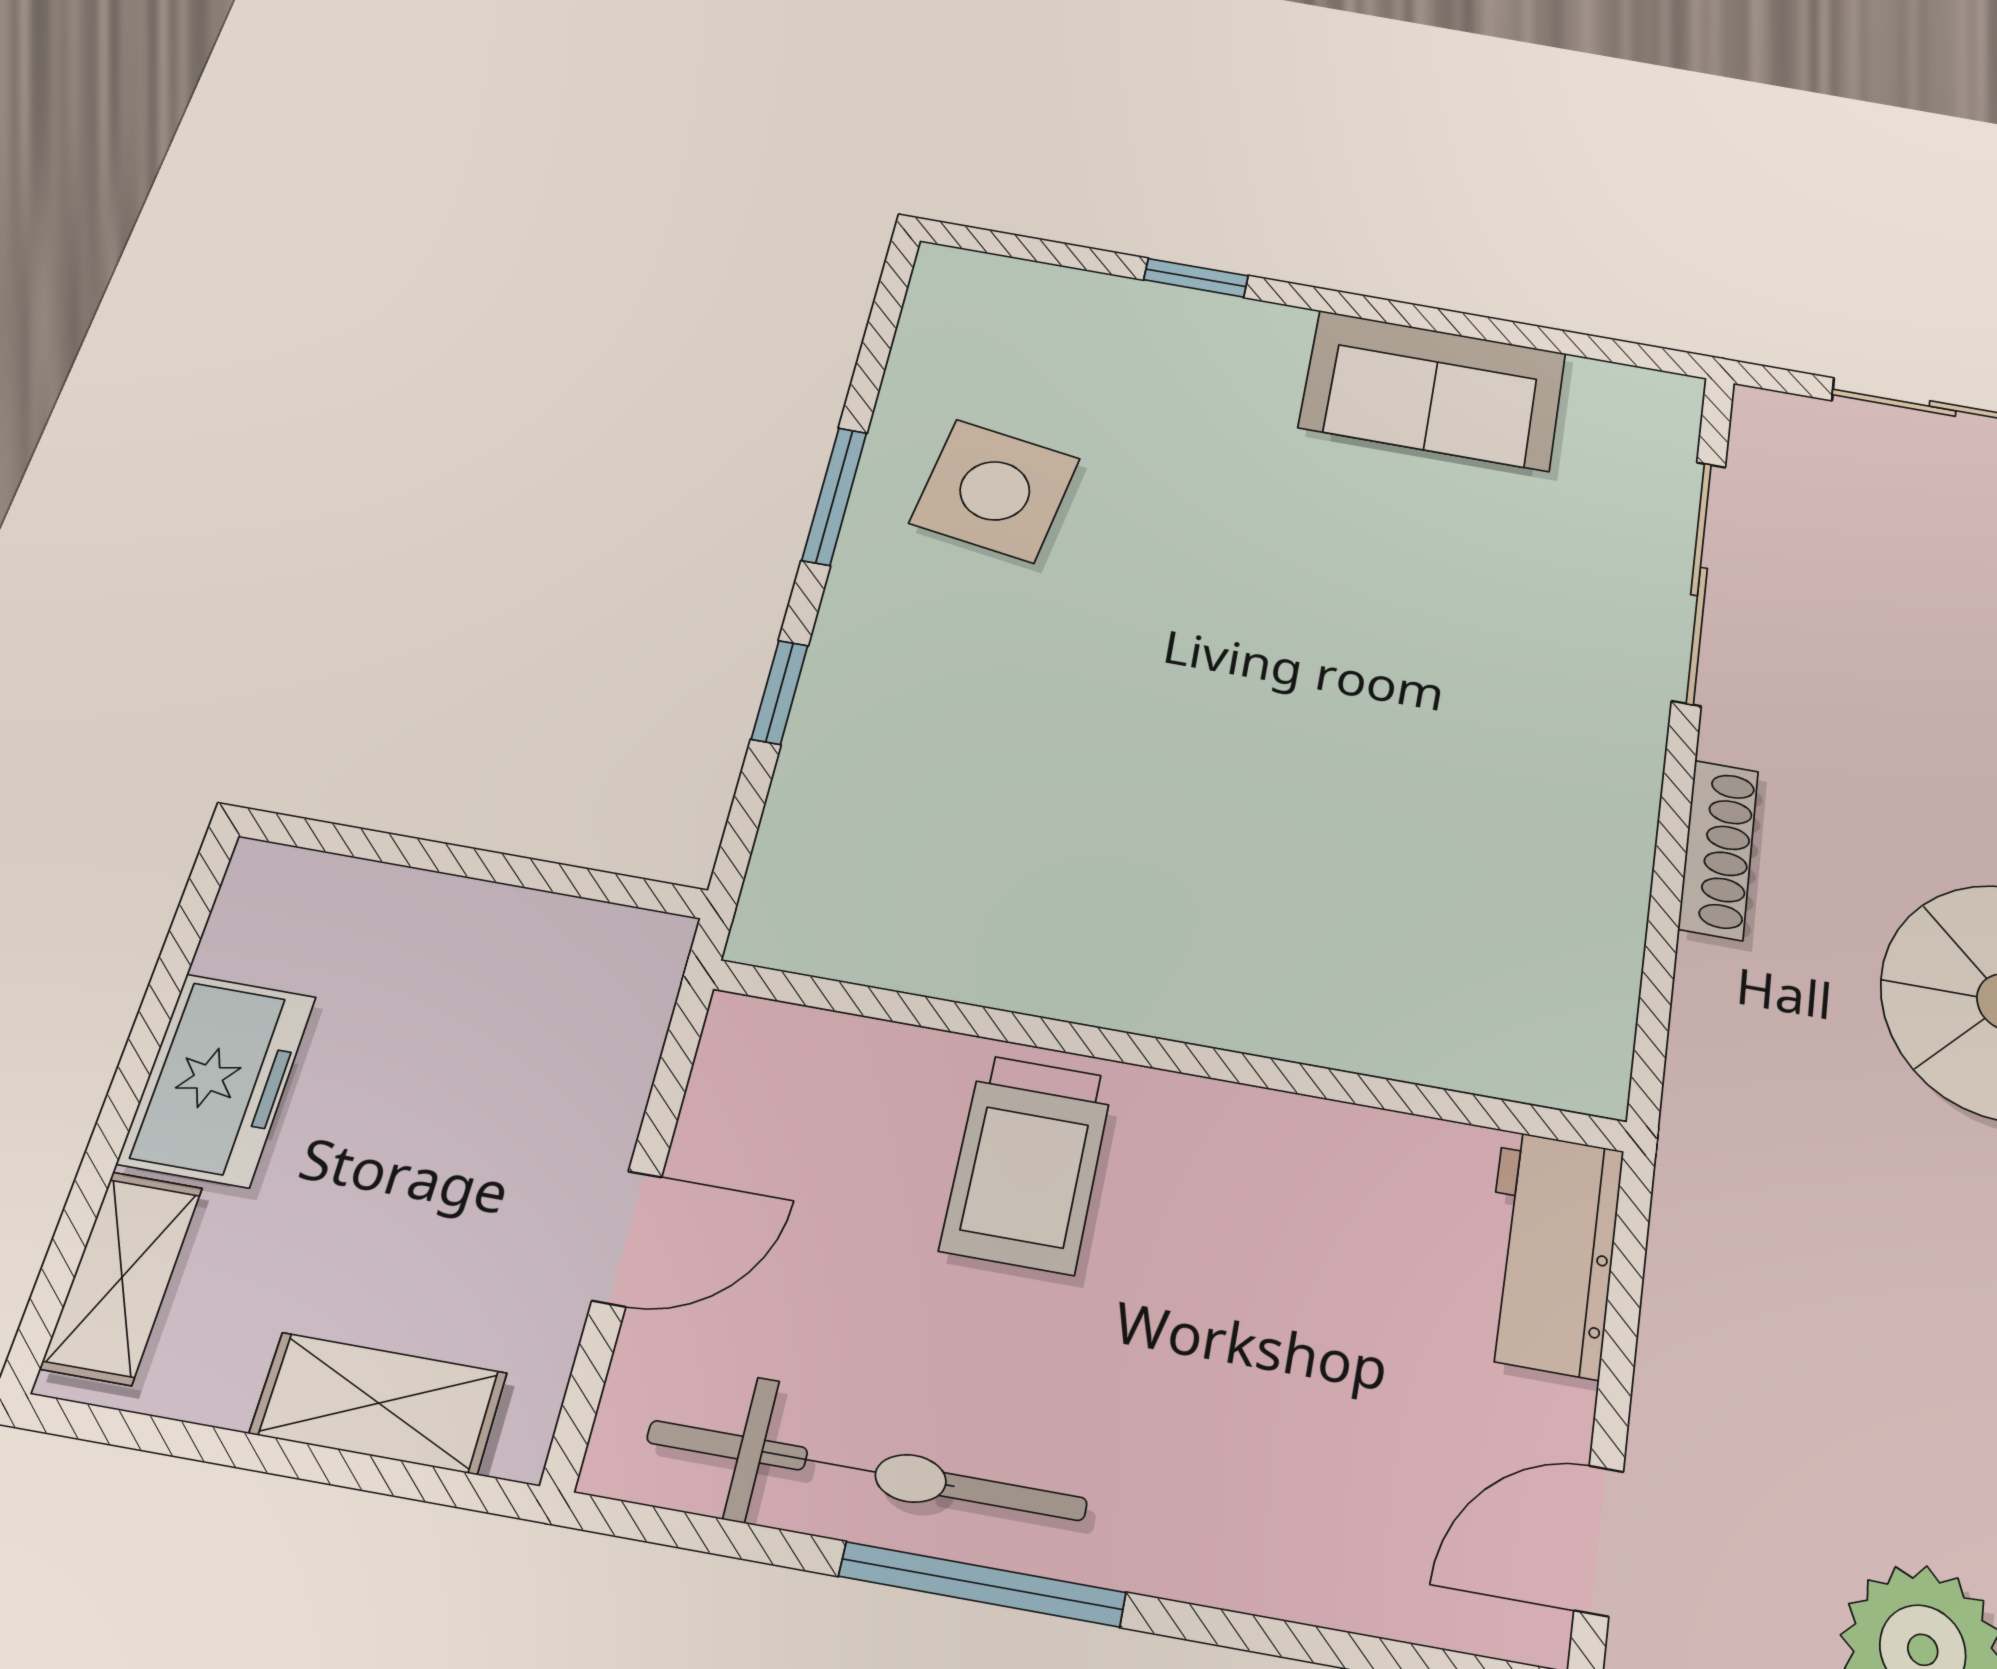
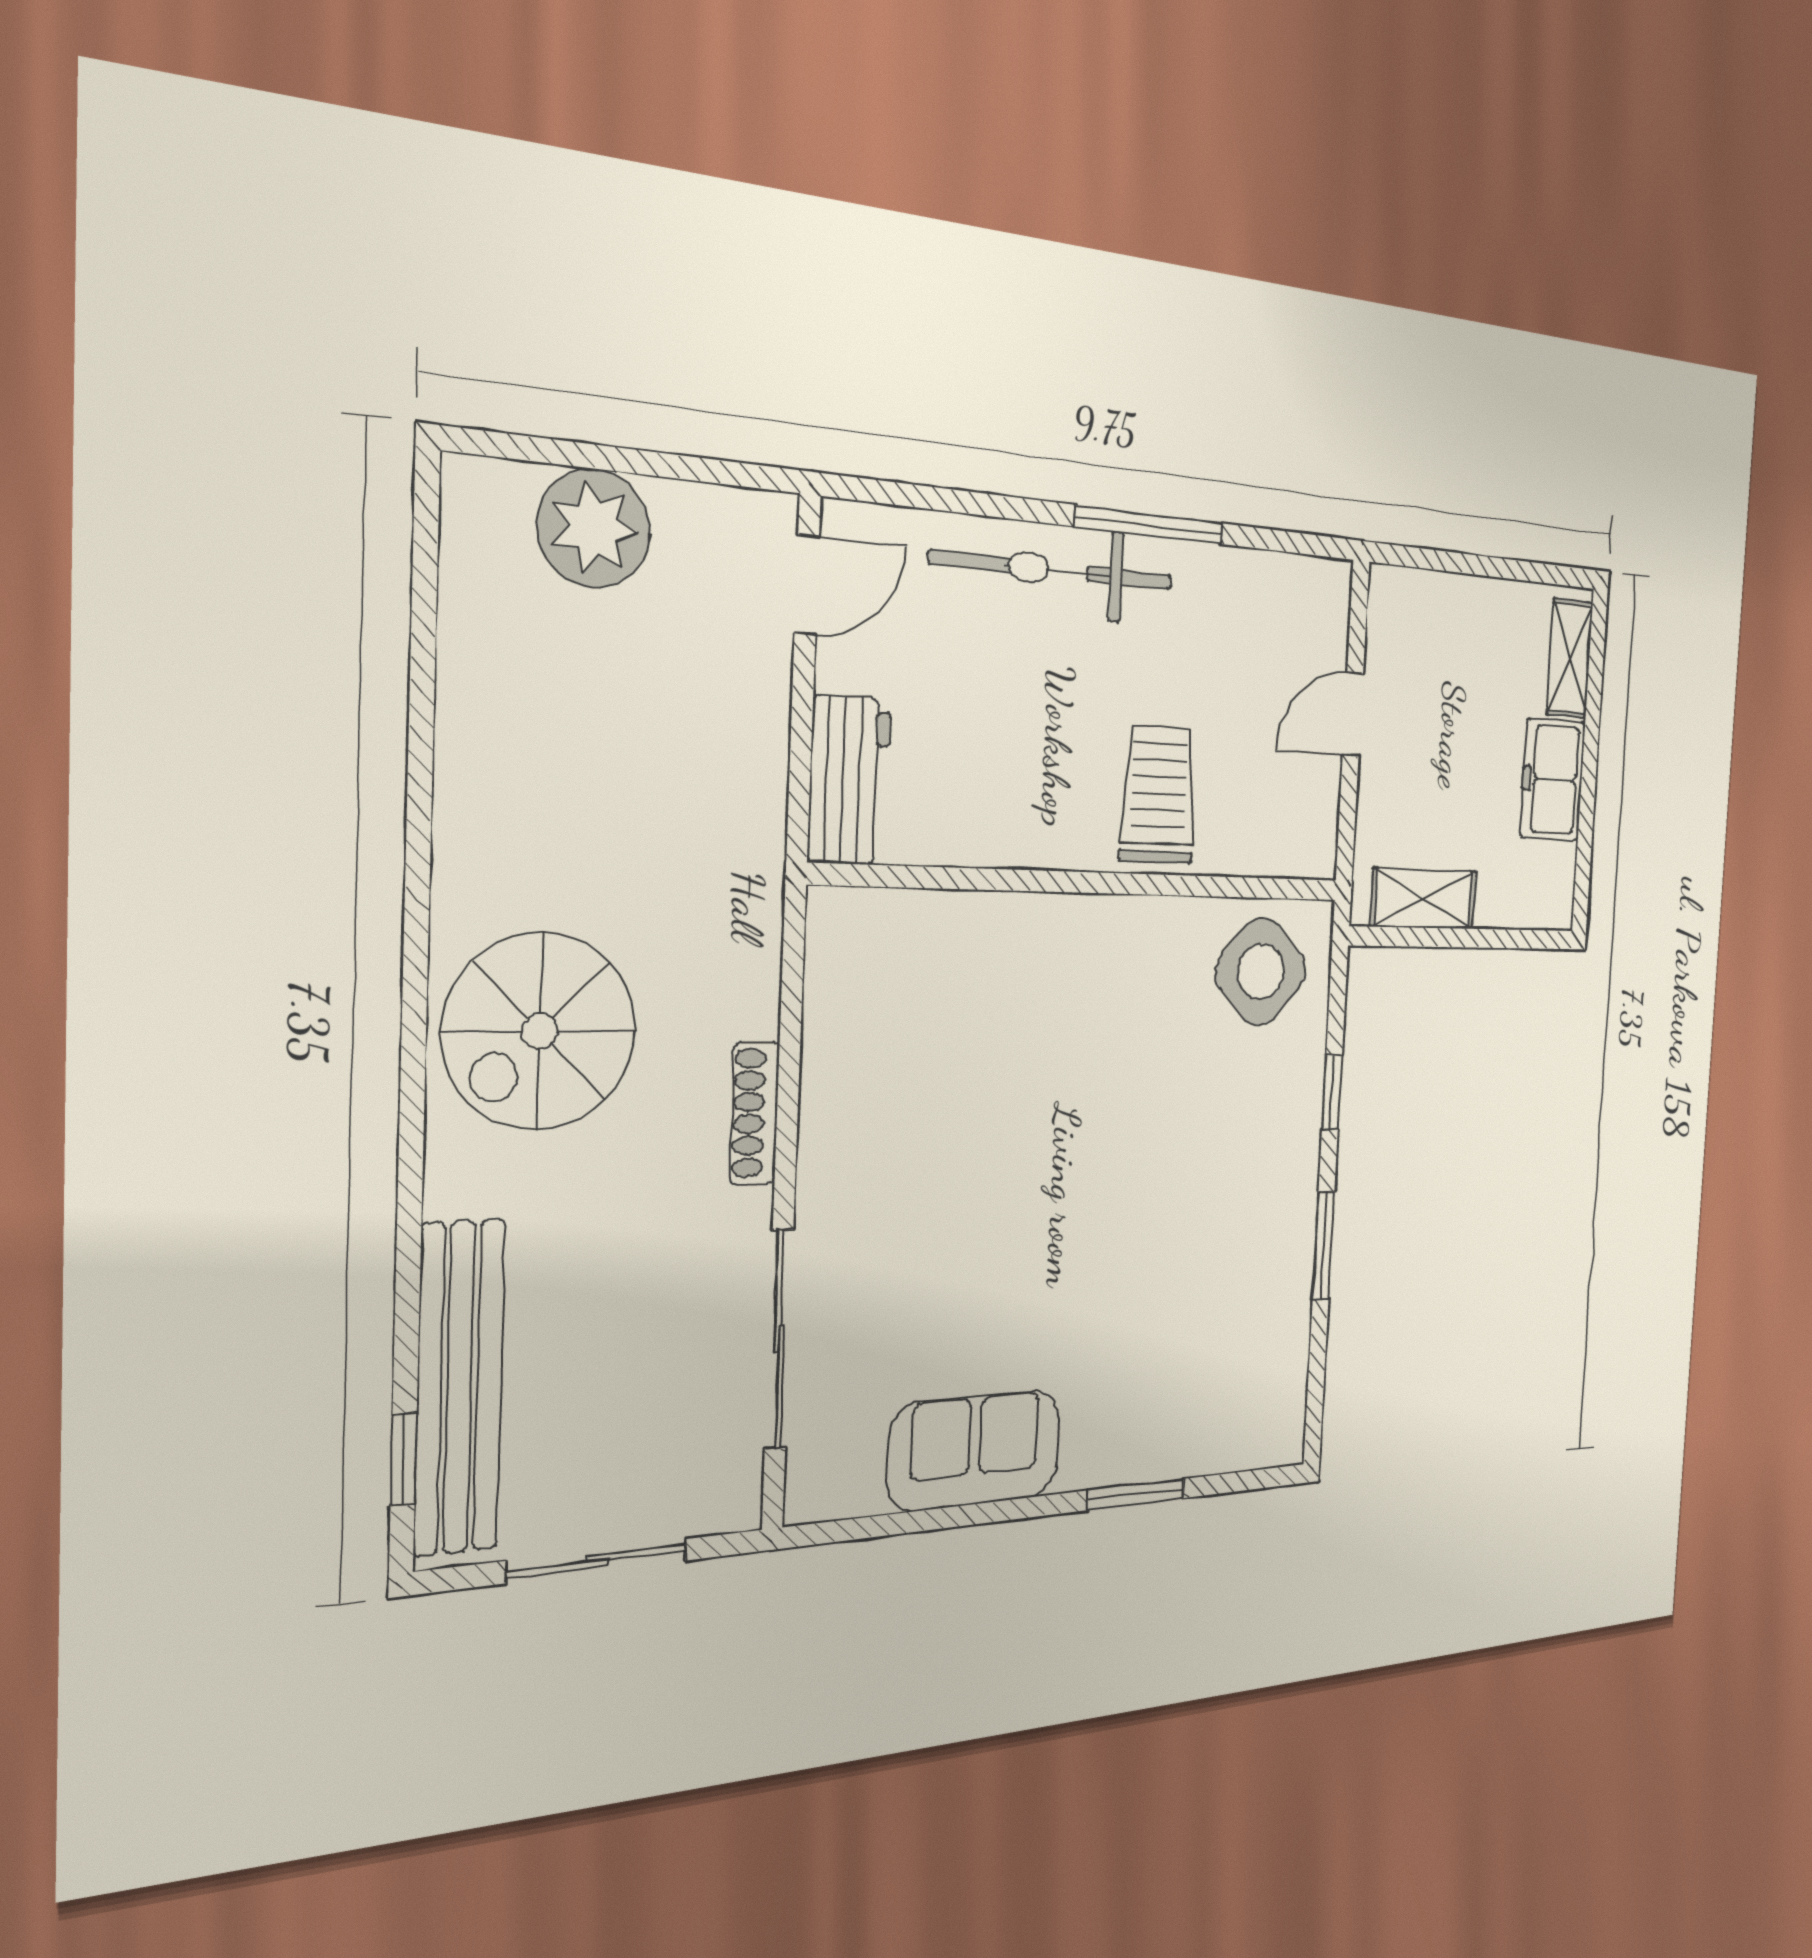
window: (1196, 278) -> (1136, 1494), width x1.50
side table: (995, 491) -> (1261, 971), moved, turned 35
shelving: (379, 1403) -> (1423, 899), moved
bicycle: (867, 1471) -> (1053, 570), moved

